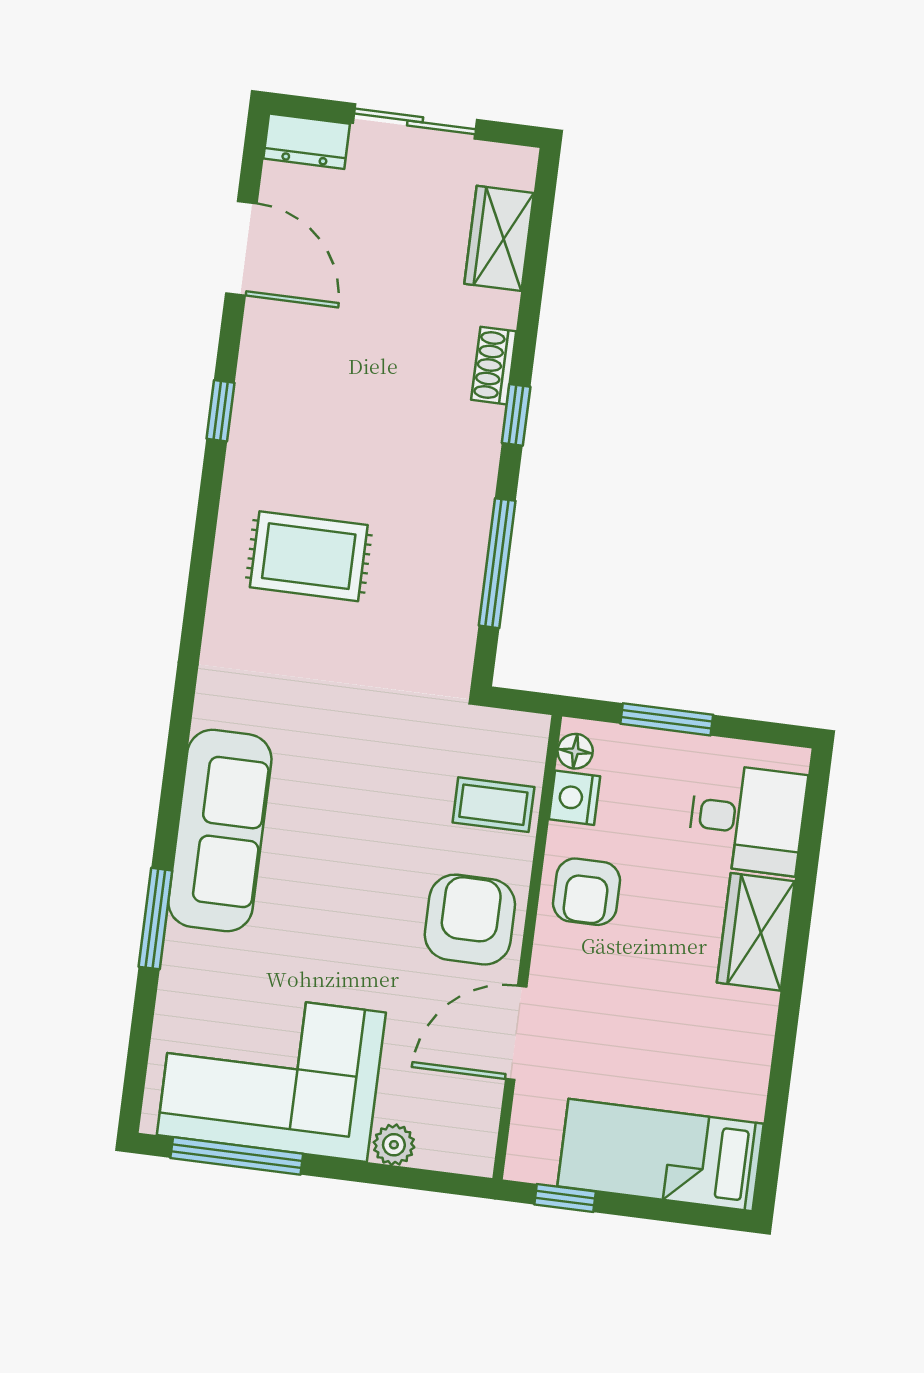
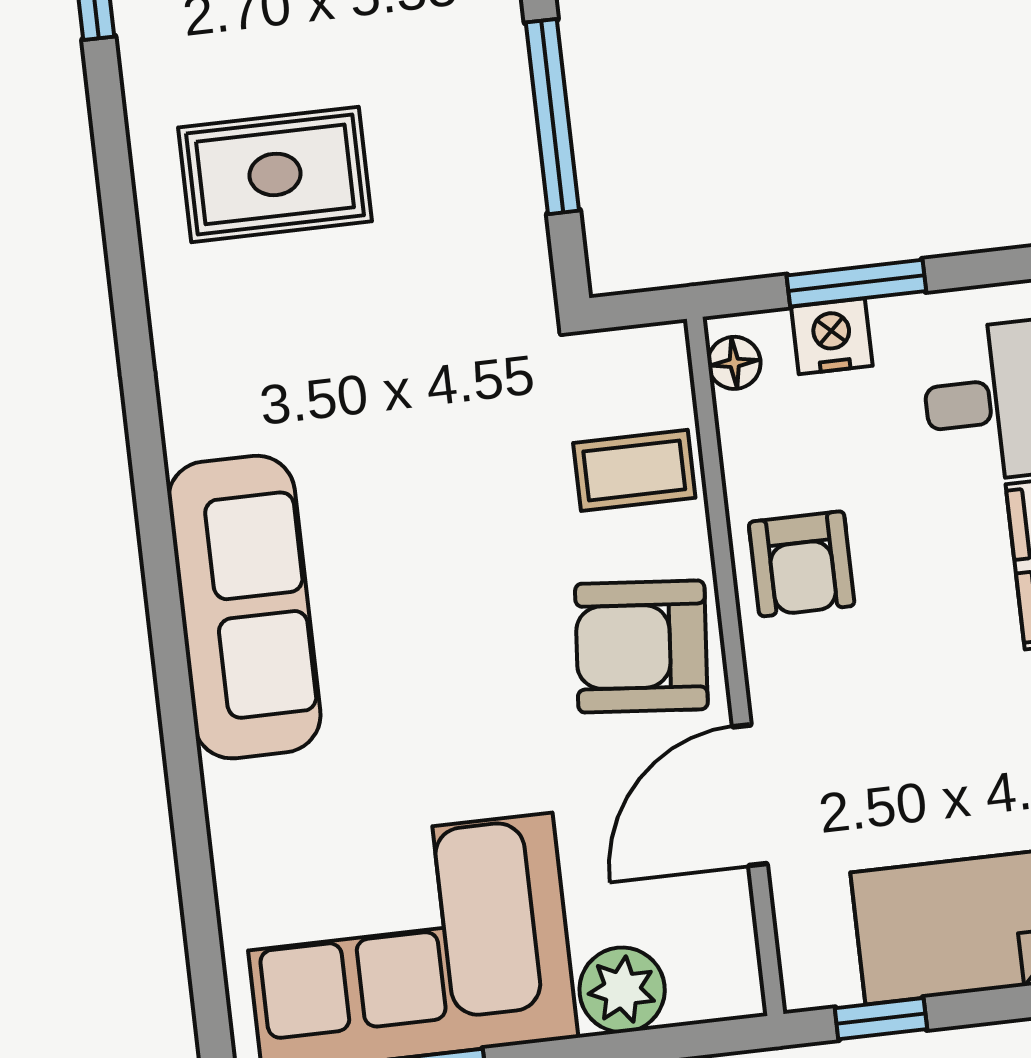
nightstand: (574, 798) -> (832, 336), moved, turned 90
window: (155, 919) -> (182, 759), removed
armchair: (470, 920) -> (641, 647), turned -85
plant: (394, 1145) -> (622, 990), width x1.38, depth x1.38

